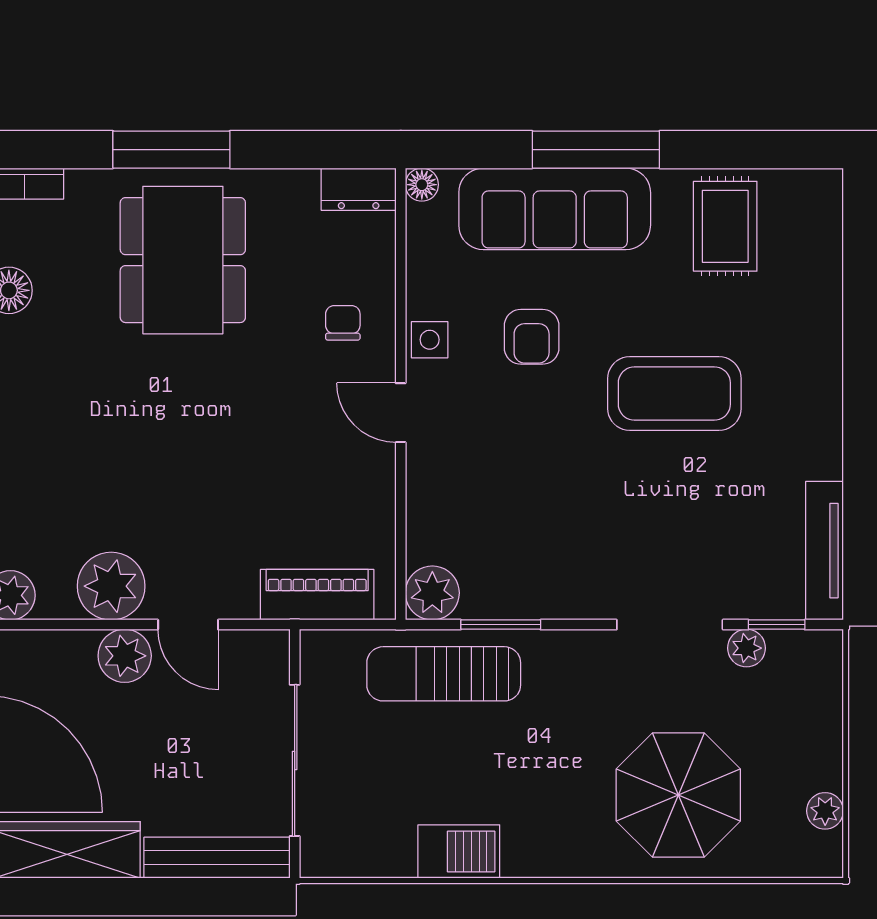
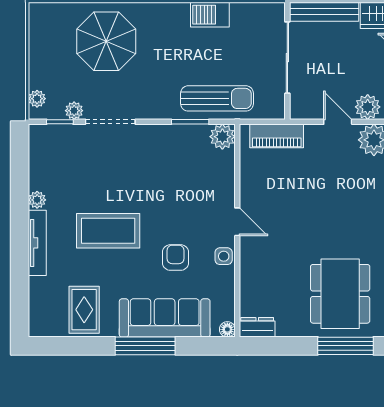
chair: (343, 323) -> (265, 264), removed
plant: (825, 459) -> (37, 200), added
tv unit: (825, 551) -> (37, 243), moved
plant: (825, 811) -> (37, 99), moved

